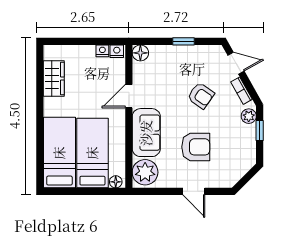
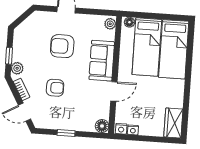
wardrobe: (54, 79) -> (173, 123), moved
armchair: (201, 96) -> (55, 88), turned 145
plant: (145, 172) -> (110, 24), width x0.53, depth x0.53

